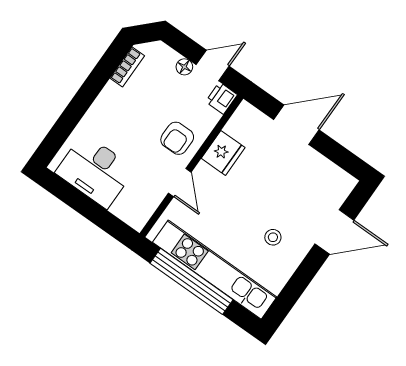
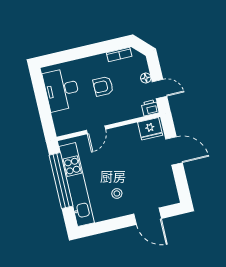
armchair: (177, 138) -> (103, 86), moved
fridge: (223, 153) -> (150, 129), moved

